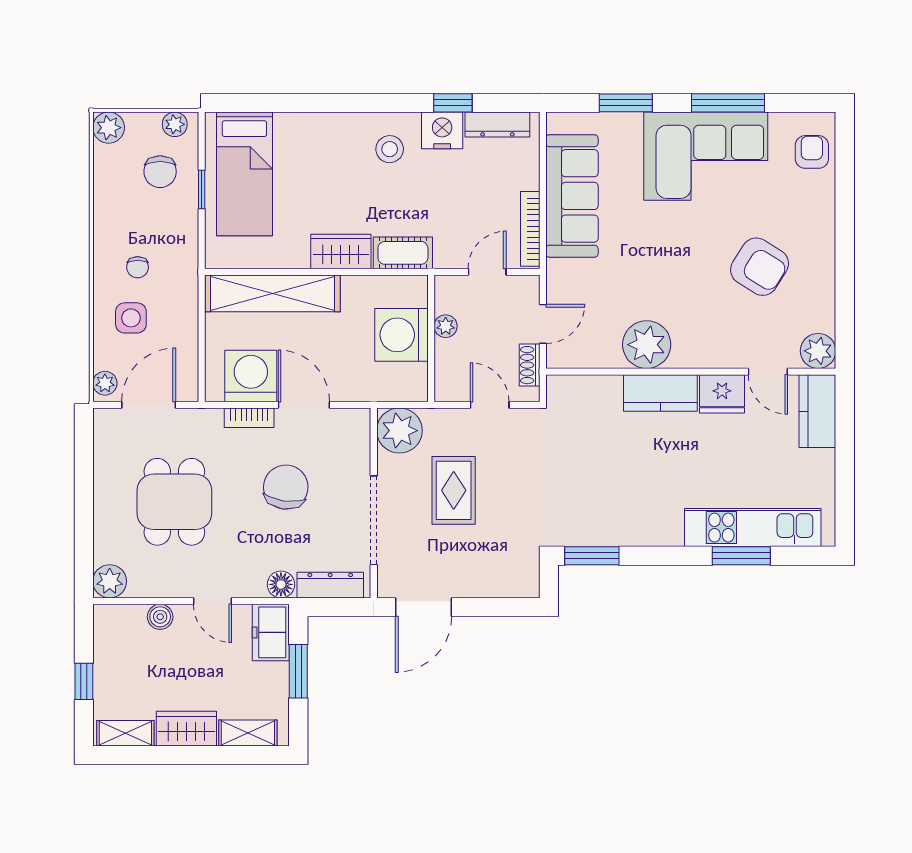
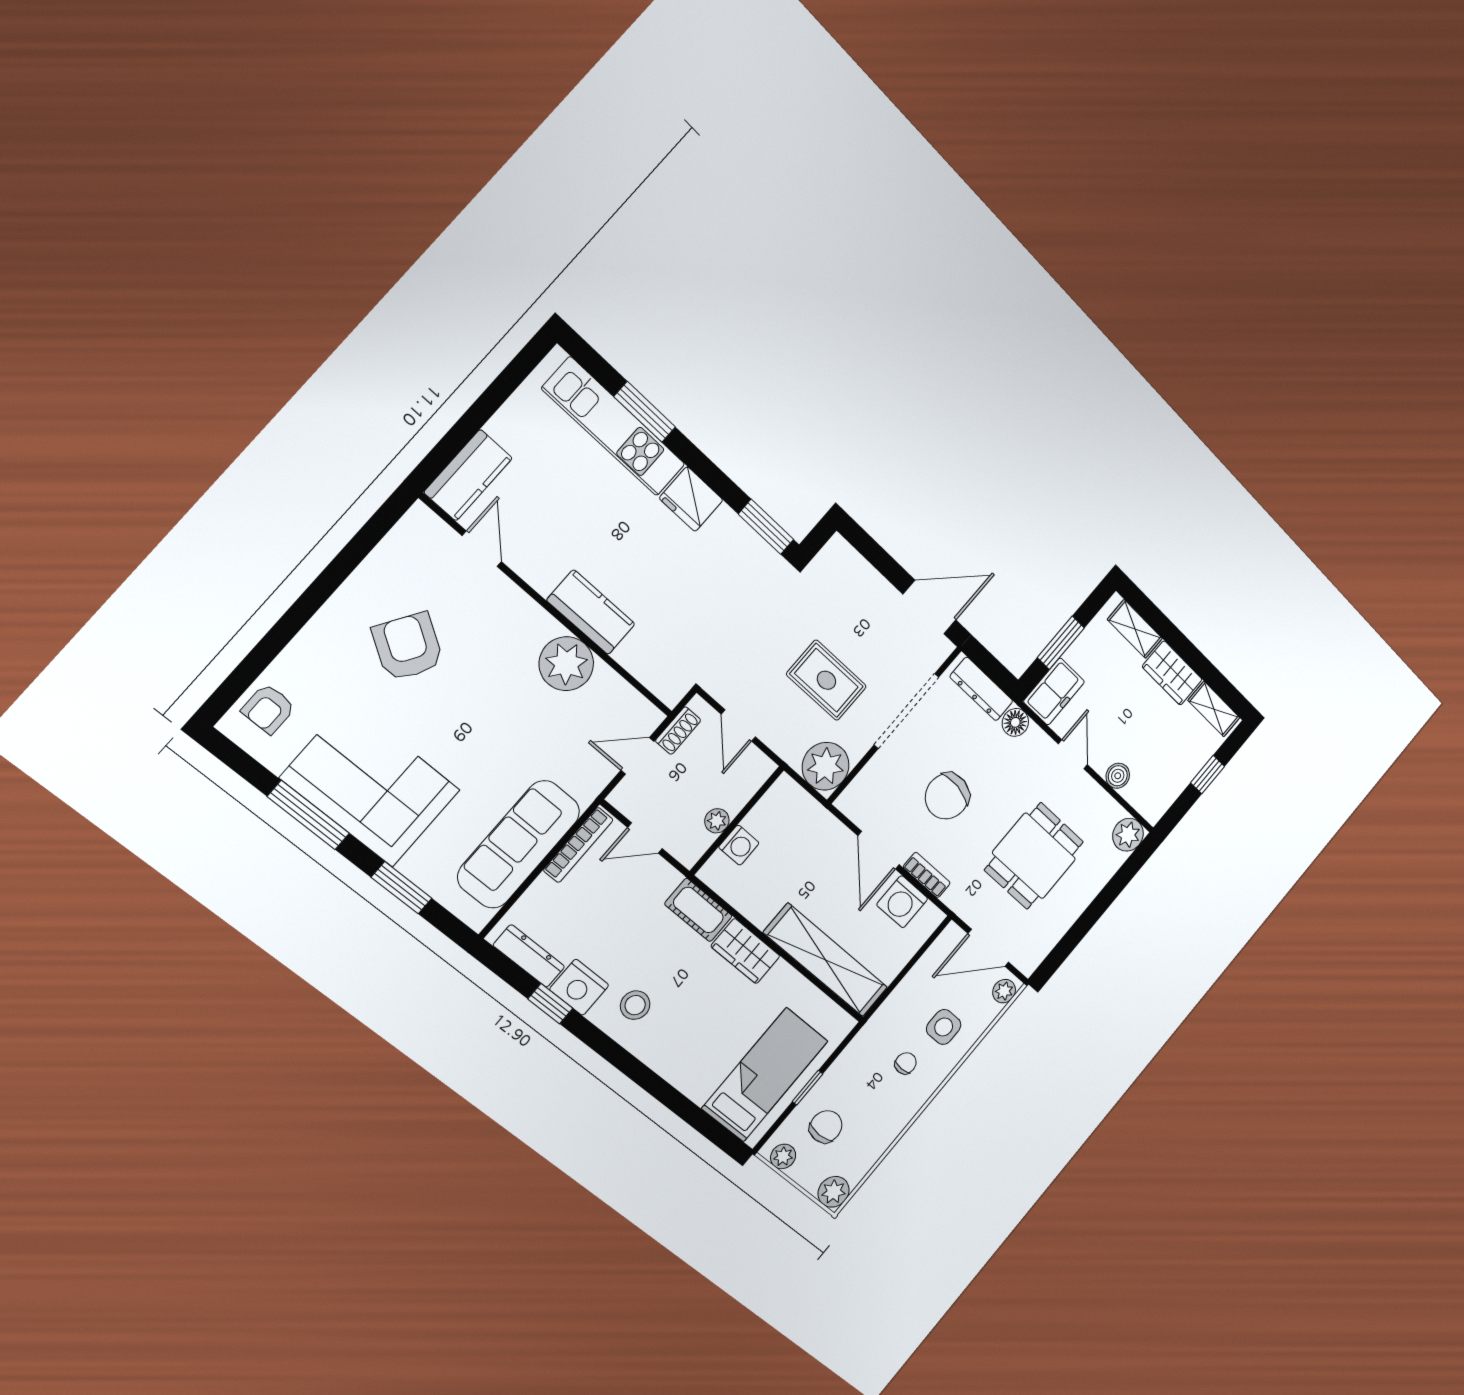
washing machine: (401, 335) -> (739, 845), width x0.53, depth x0.53
plant: (818, 351) -> (420, 527), removed
washing machine: (251, 376) -> (902, 902), width x0.73, depth x0.73
fridge: (722, 394) -> (691, 499), moved, turned 180
rug: (454, 490) -> (826, 680), turned 90

